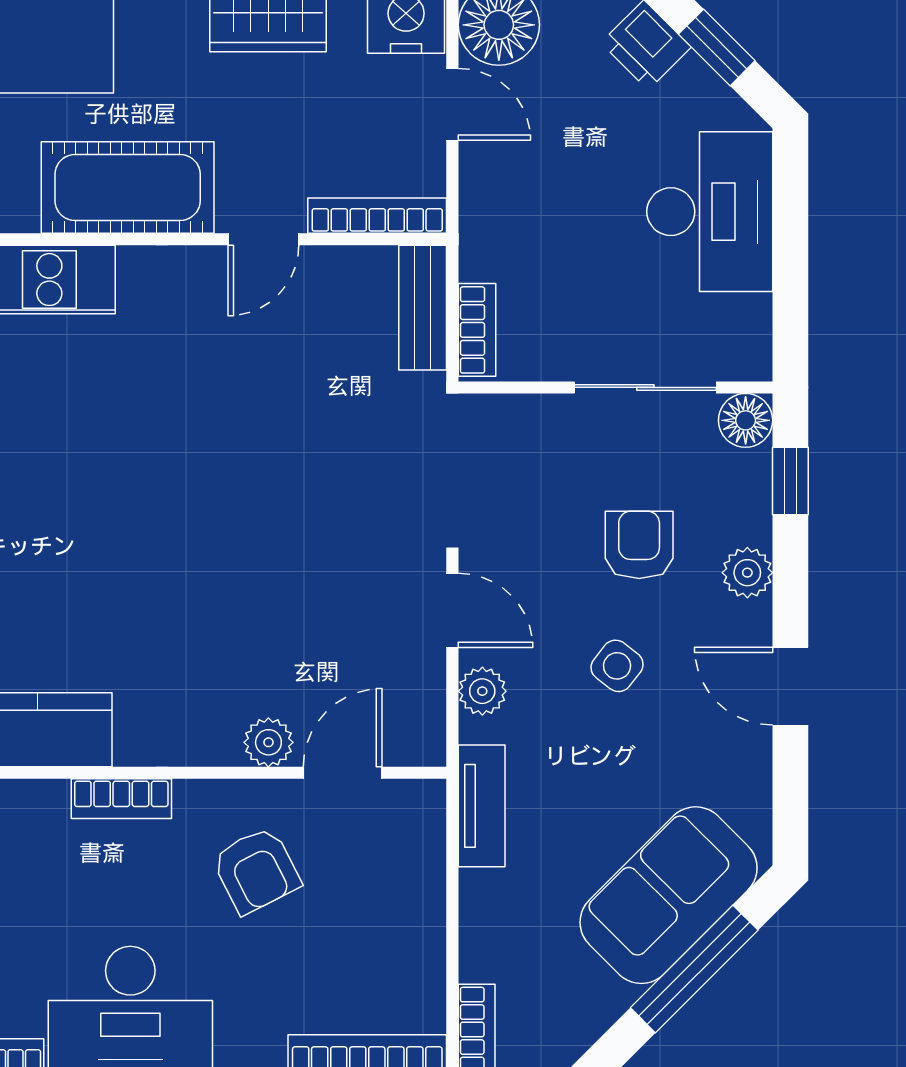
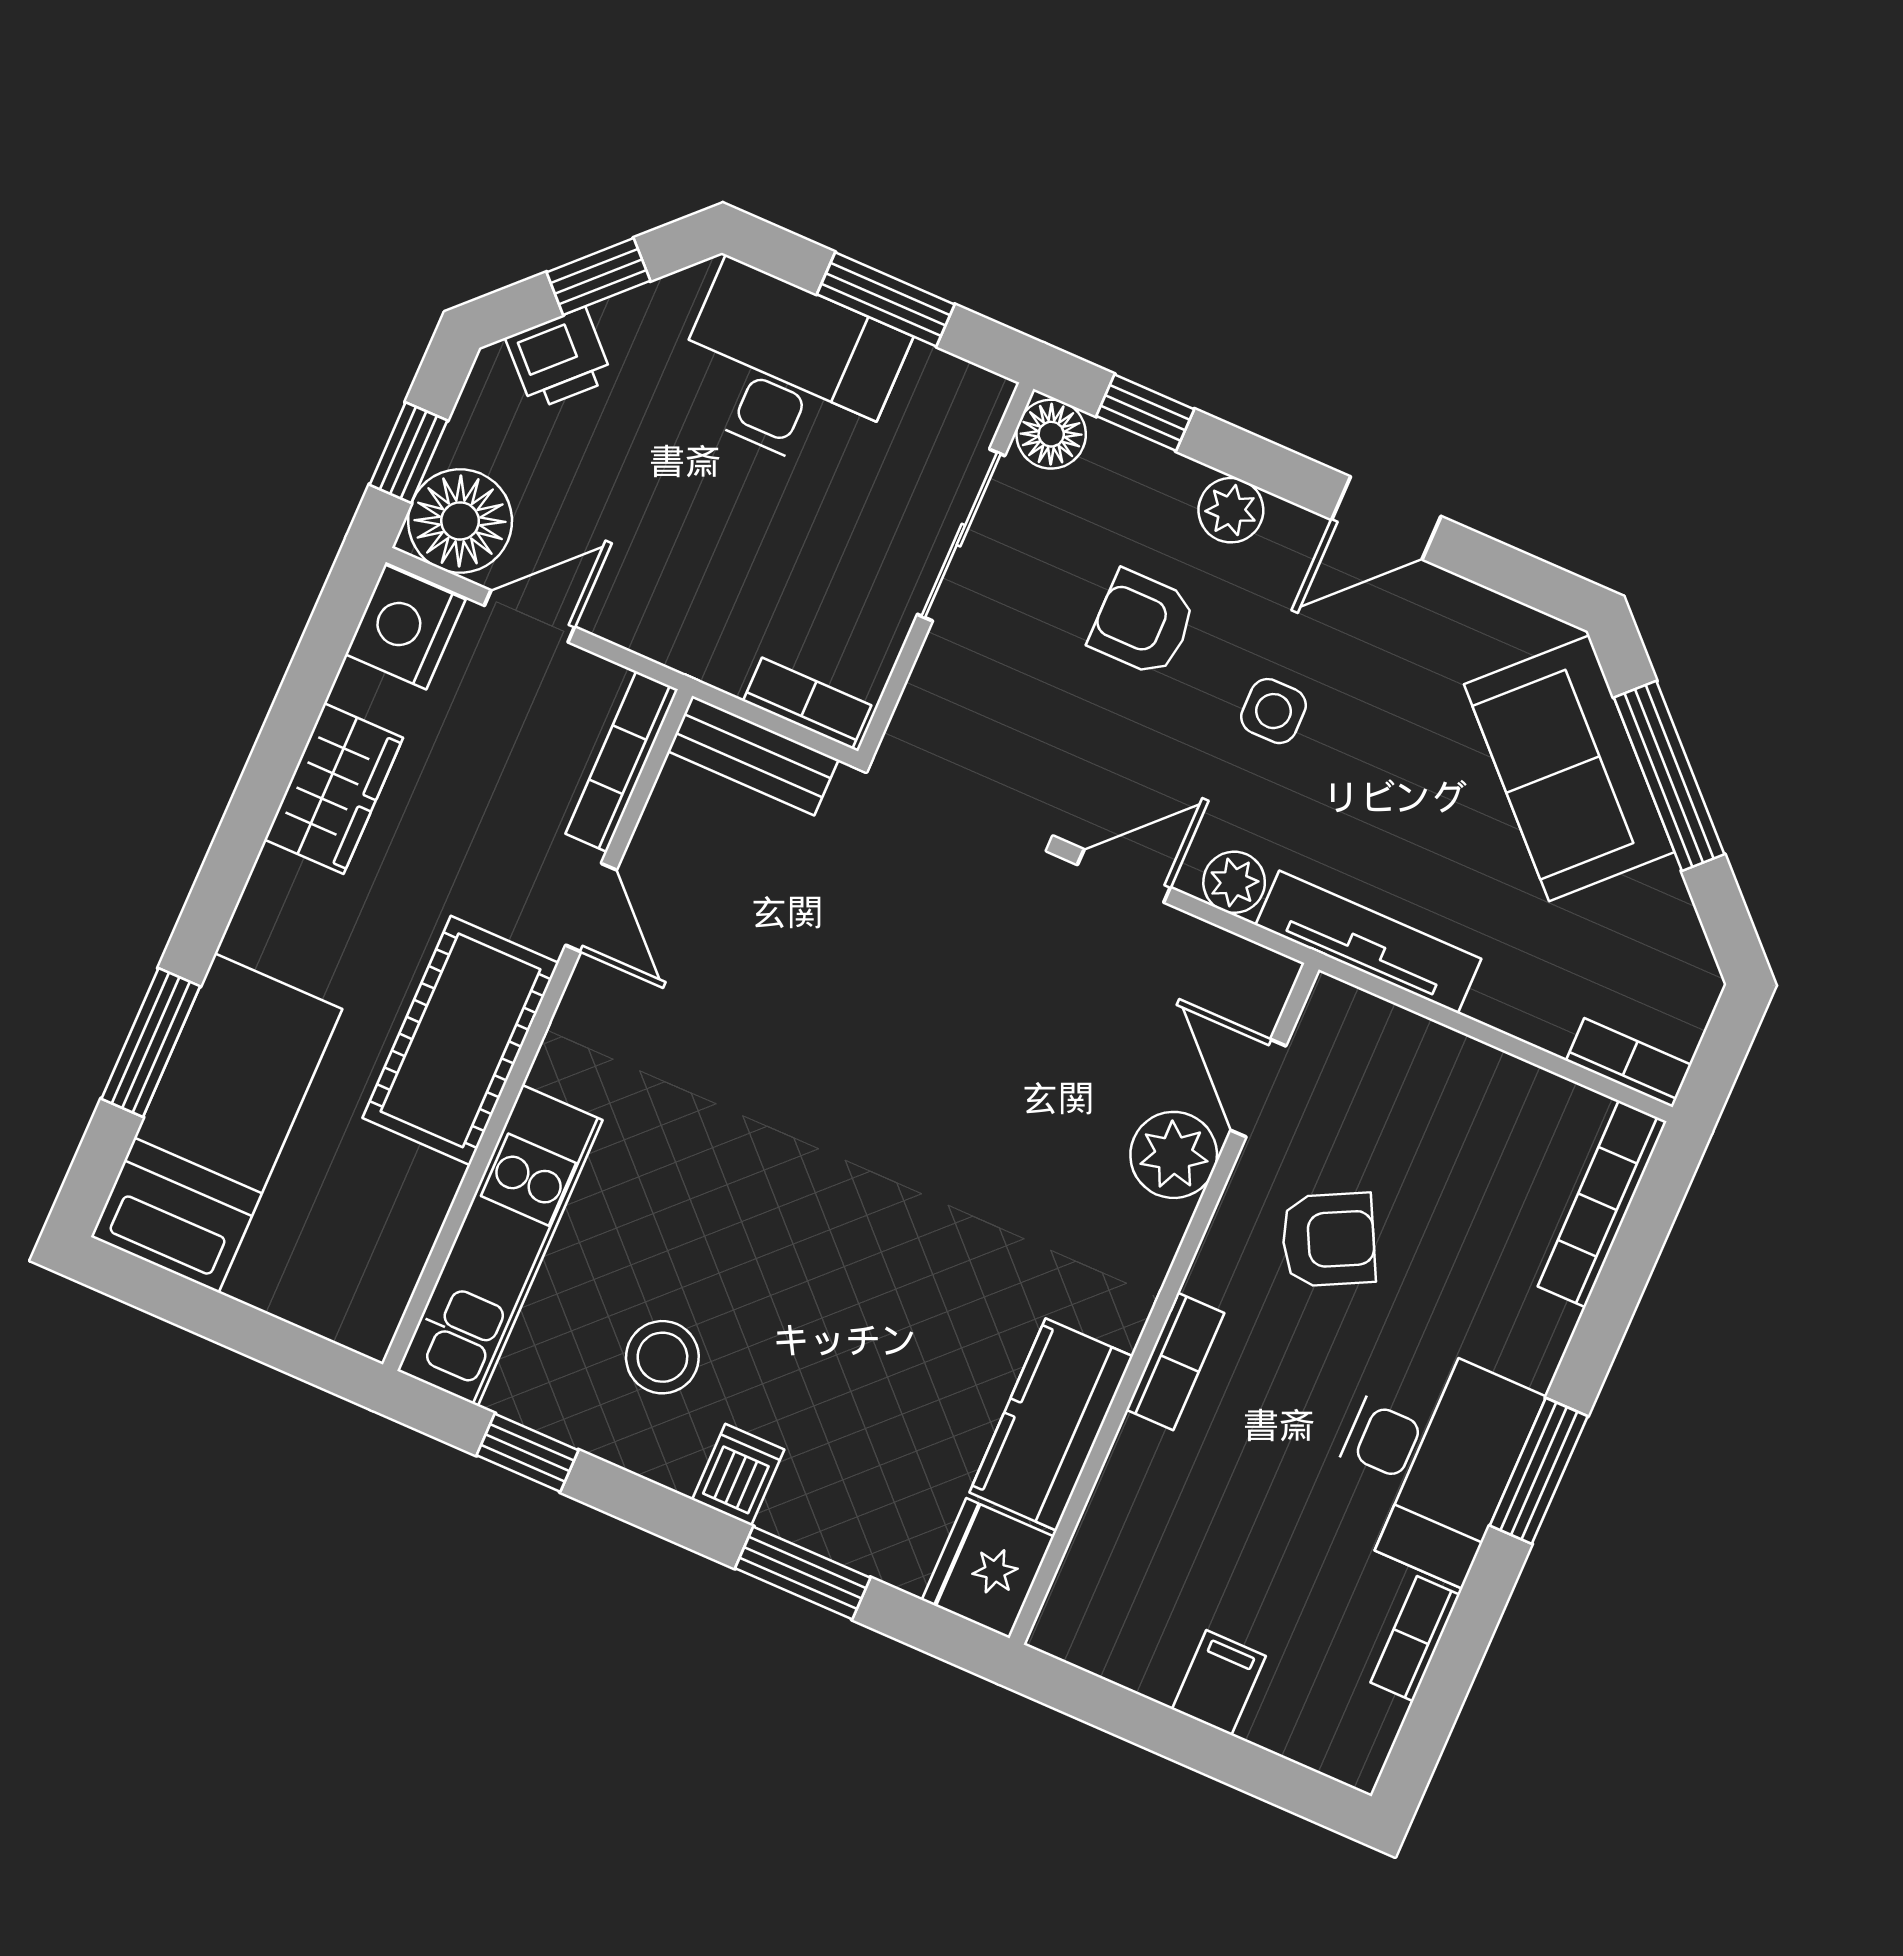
window: (790, 260) -> (886, 299), added
side table: (617, 666) -> (1274, 711), turned -38
plant: (268, 742) -> (1174, 1155), width x1.38, depth x1.38
tv unit: (482, 806) -> (1368, 942), width x1.41

